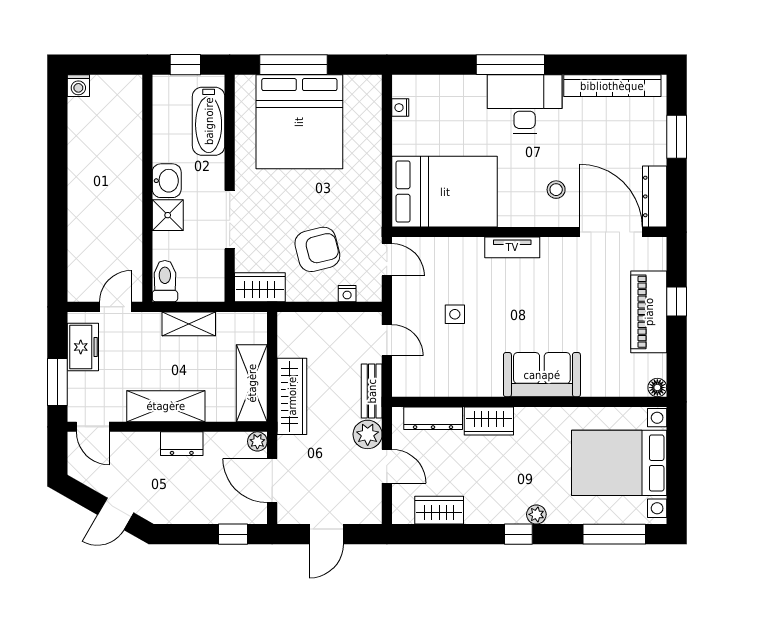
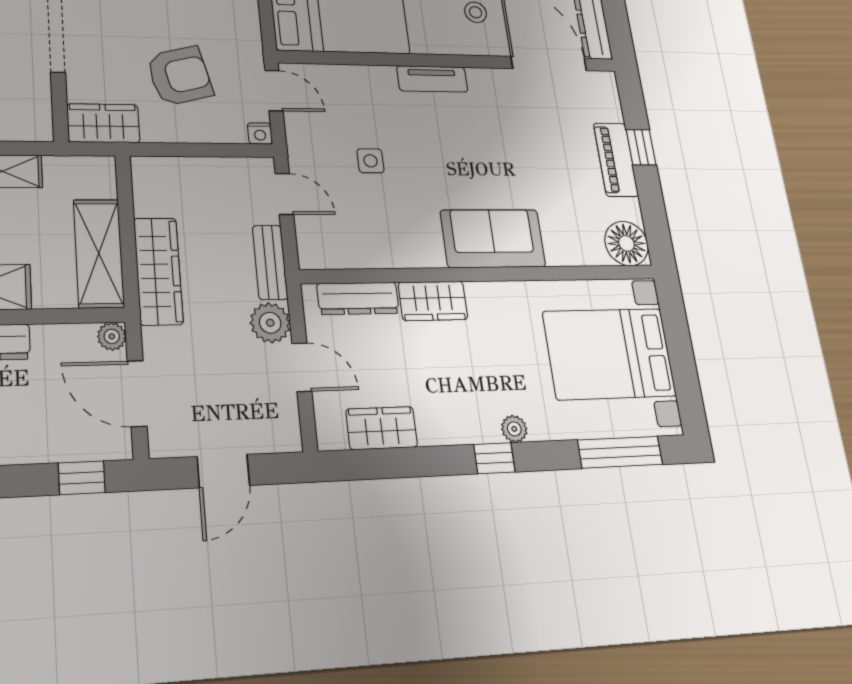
nightstand: (347, 294) -> (260, 133), moved
piano: (649, 312) -> (616, 160), width x0.73, depth x0.75
floor lamp: (657, 388) -> (626, 243), width x1.89, depth x1.89

